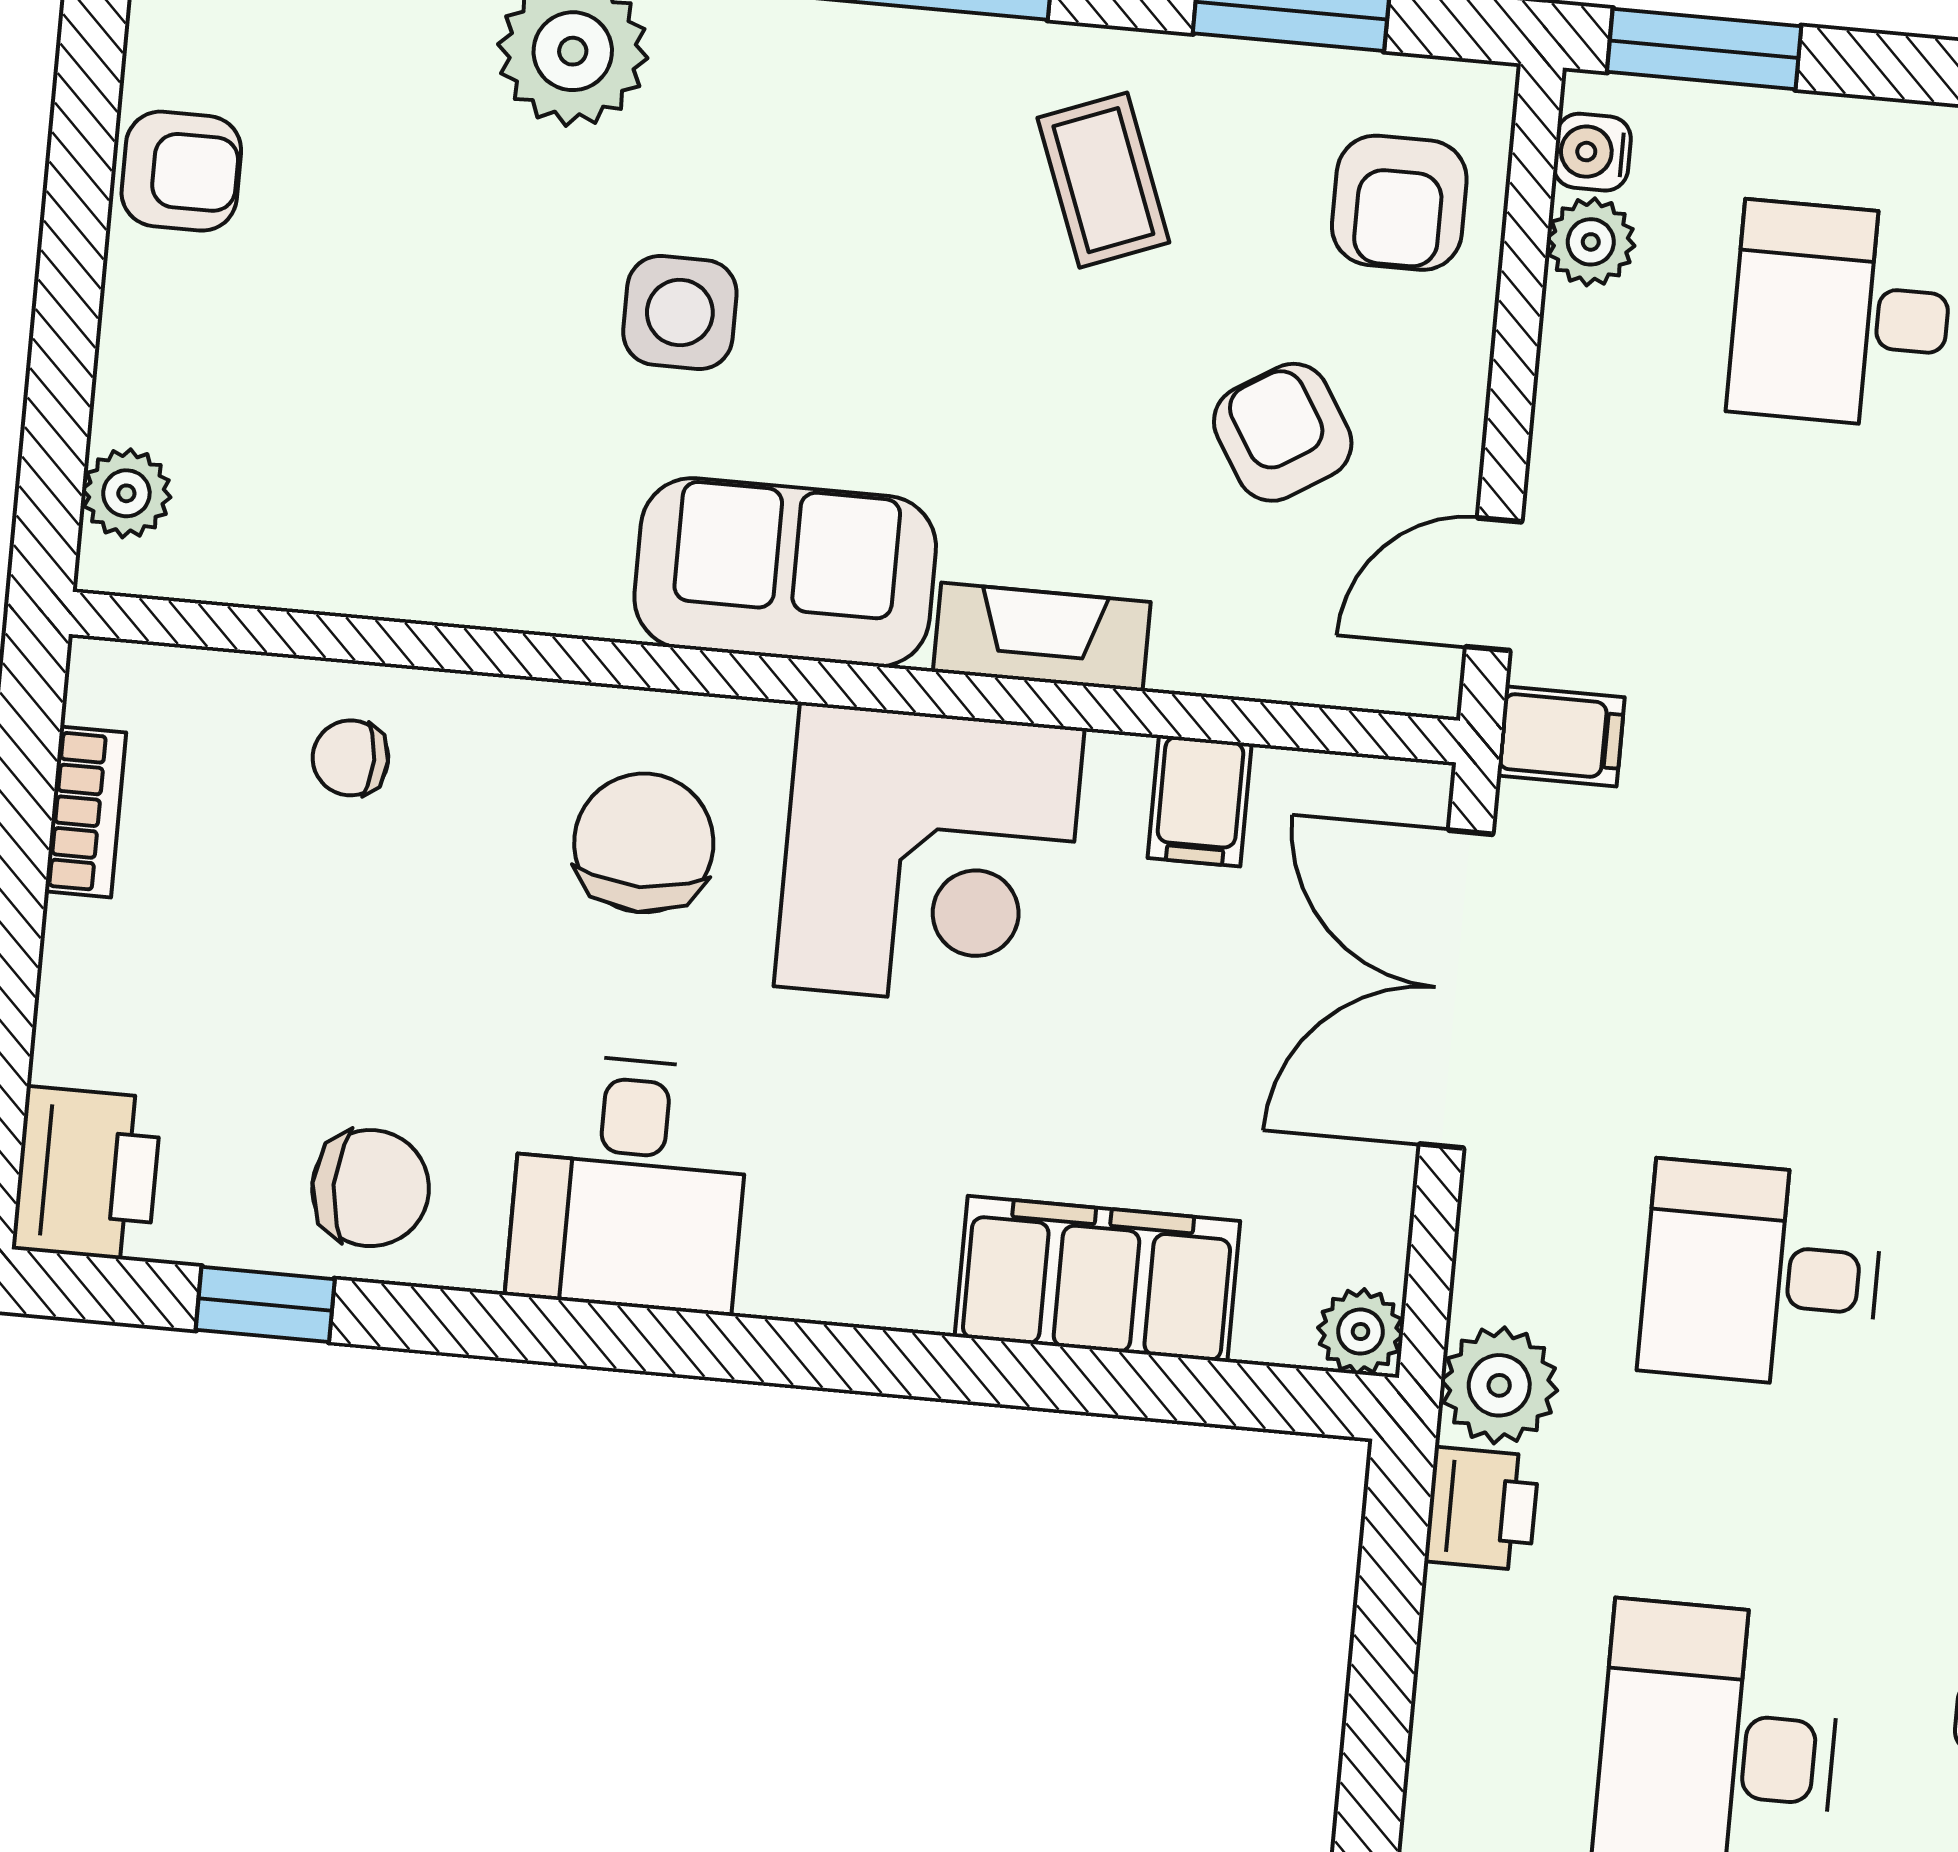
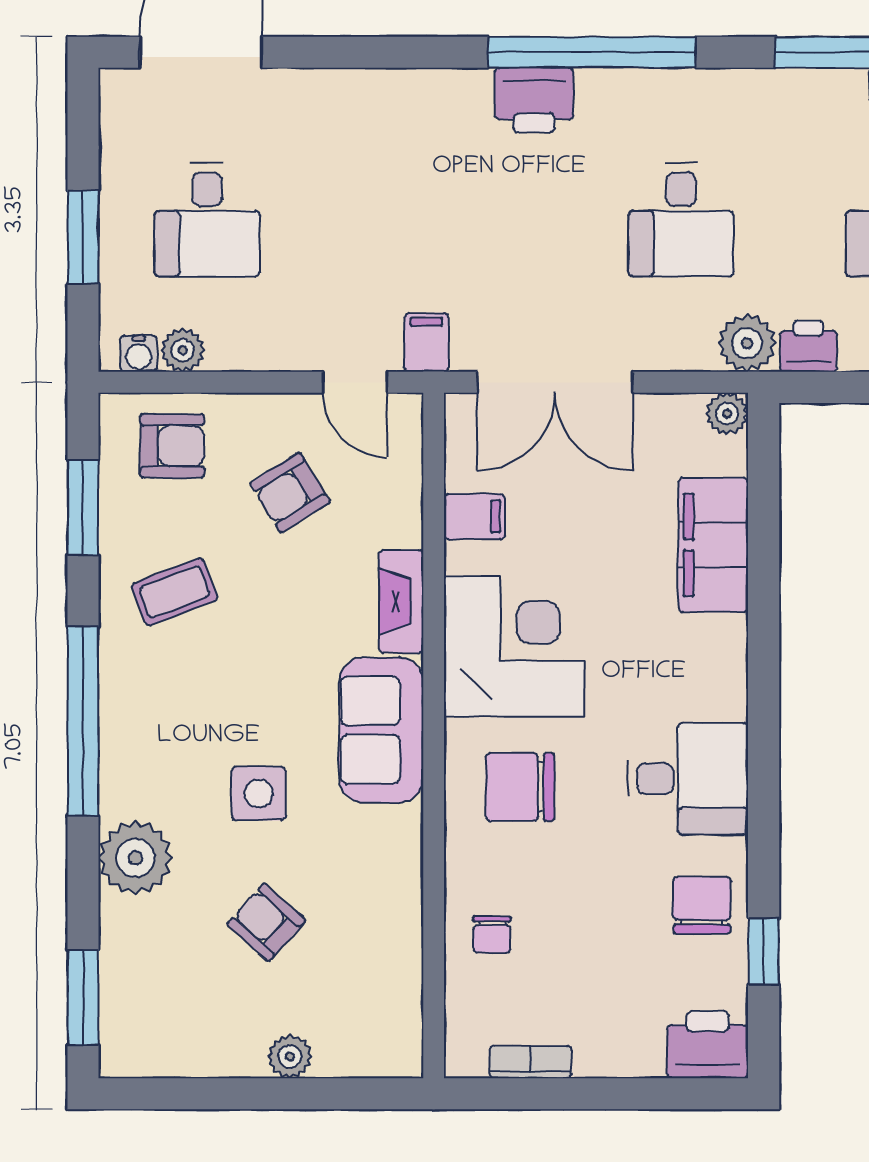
window: (1704, 49) -> (83, 237), moved
armchair: (181, 171) -> (266, 922), moved, turned -48
plant: (126, 493) -> (290, 1056), moved

